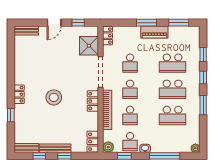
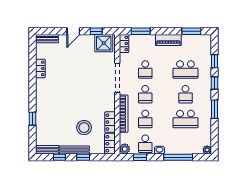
window: (146, 23) -> (141, 31), moved
shower: (89, 46) -> (104, 43), moved
school desk: (173, 89) -> (185, 94), width x0.54
locker: (19, 94) -> (40, 68), moved
stool: (54, 97) -> (84, 128), moved
locker: (93, 101) -> (110, 122), moved

